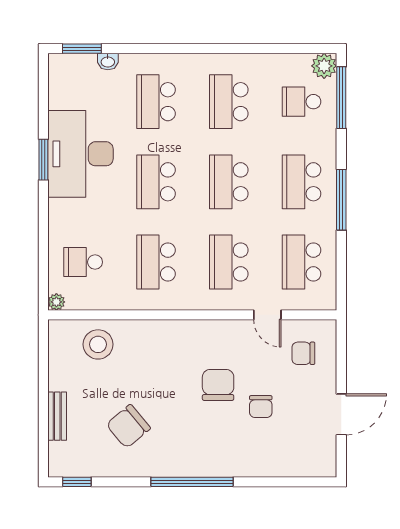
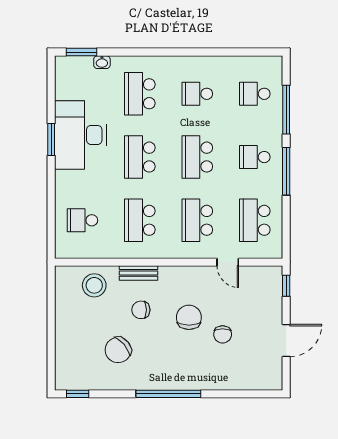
plant: (324, 66) -> (273, 66), removed
window: (341, 98) -> (286, 110), moved
school desk: (229, 102) -> (197, 94), width x0.54
school desk: (302, 182) -> (255, 157), width x0.54
plant: (56, 302) -> (61, 252), removed
window: (341, 345) -> (286, 286), added
chair: (303, 353) -> (141, 310), moved
bench: (57, 416) -> (139, 273), moved, turned 90

